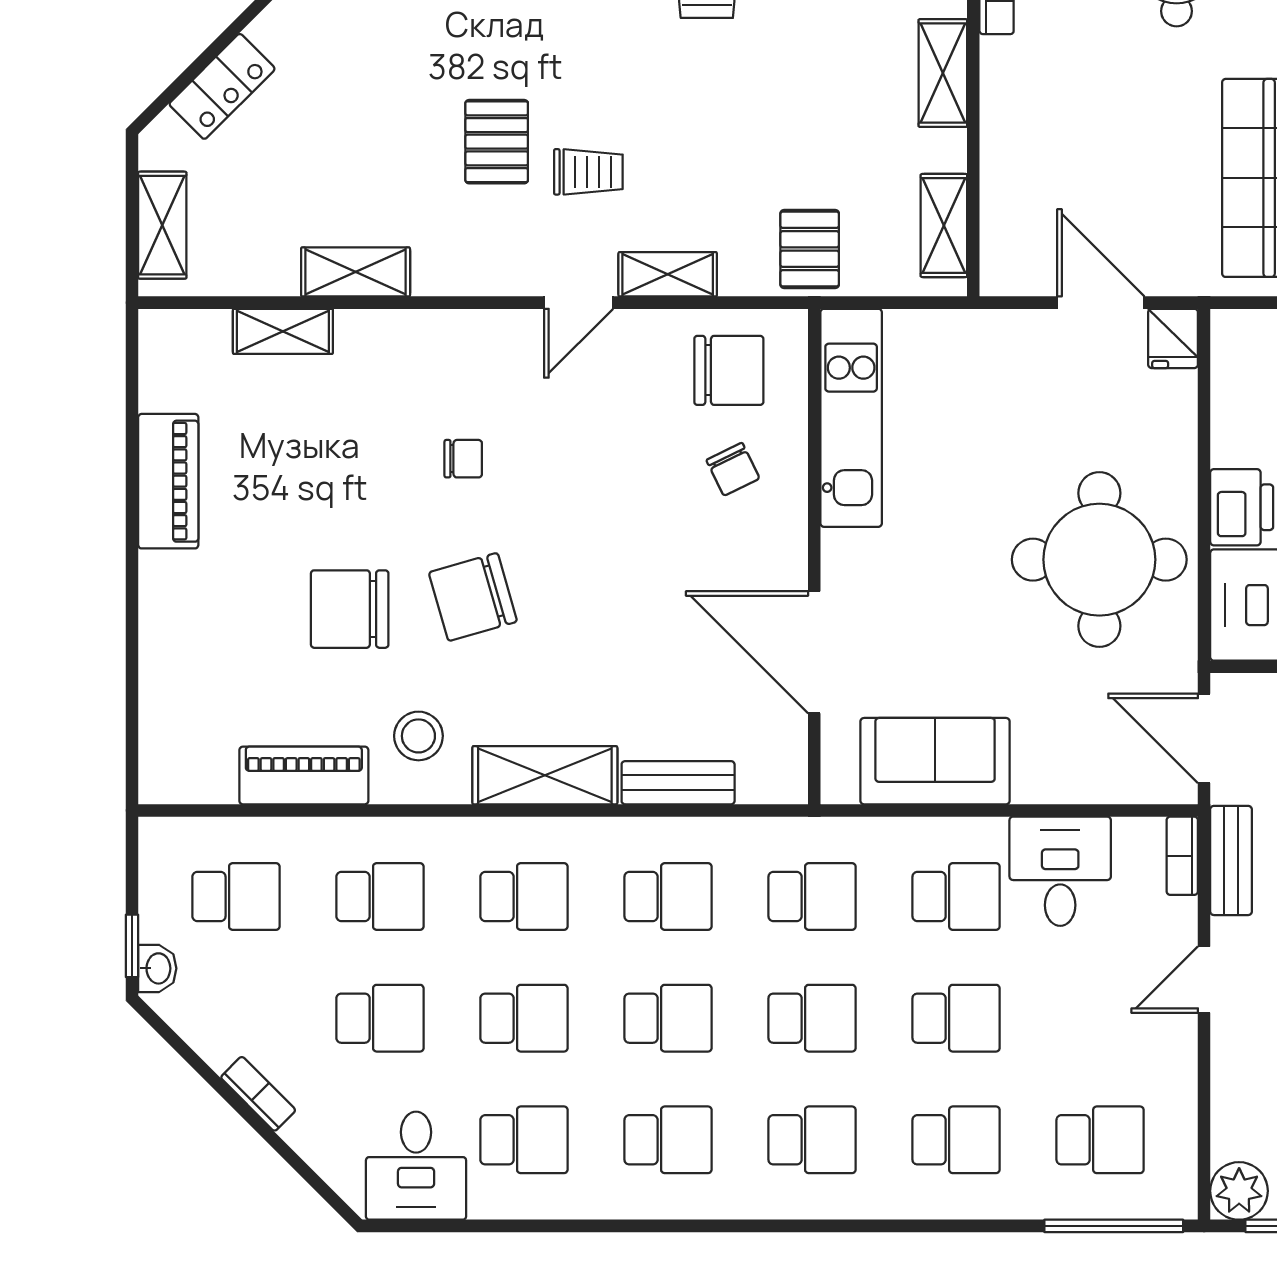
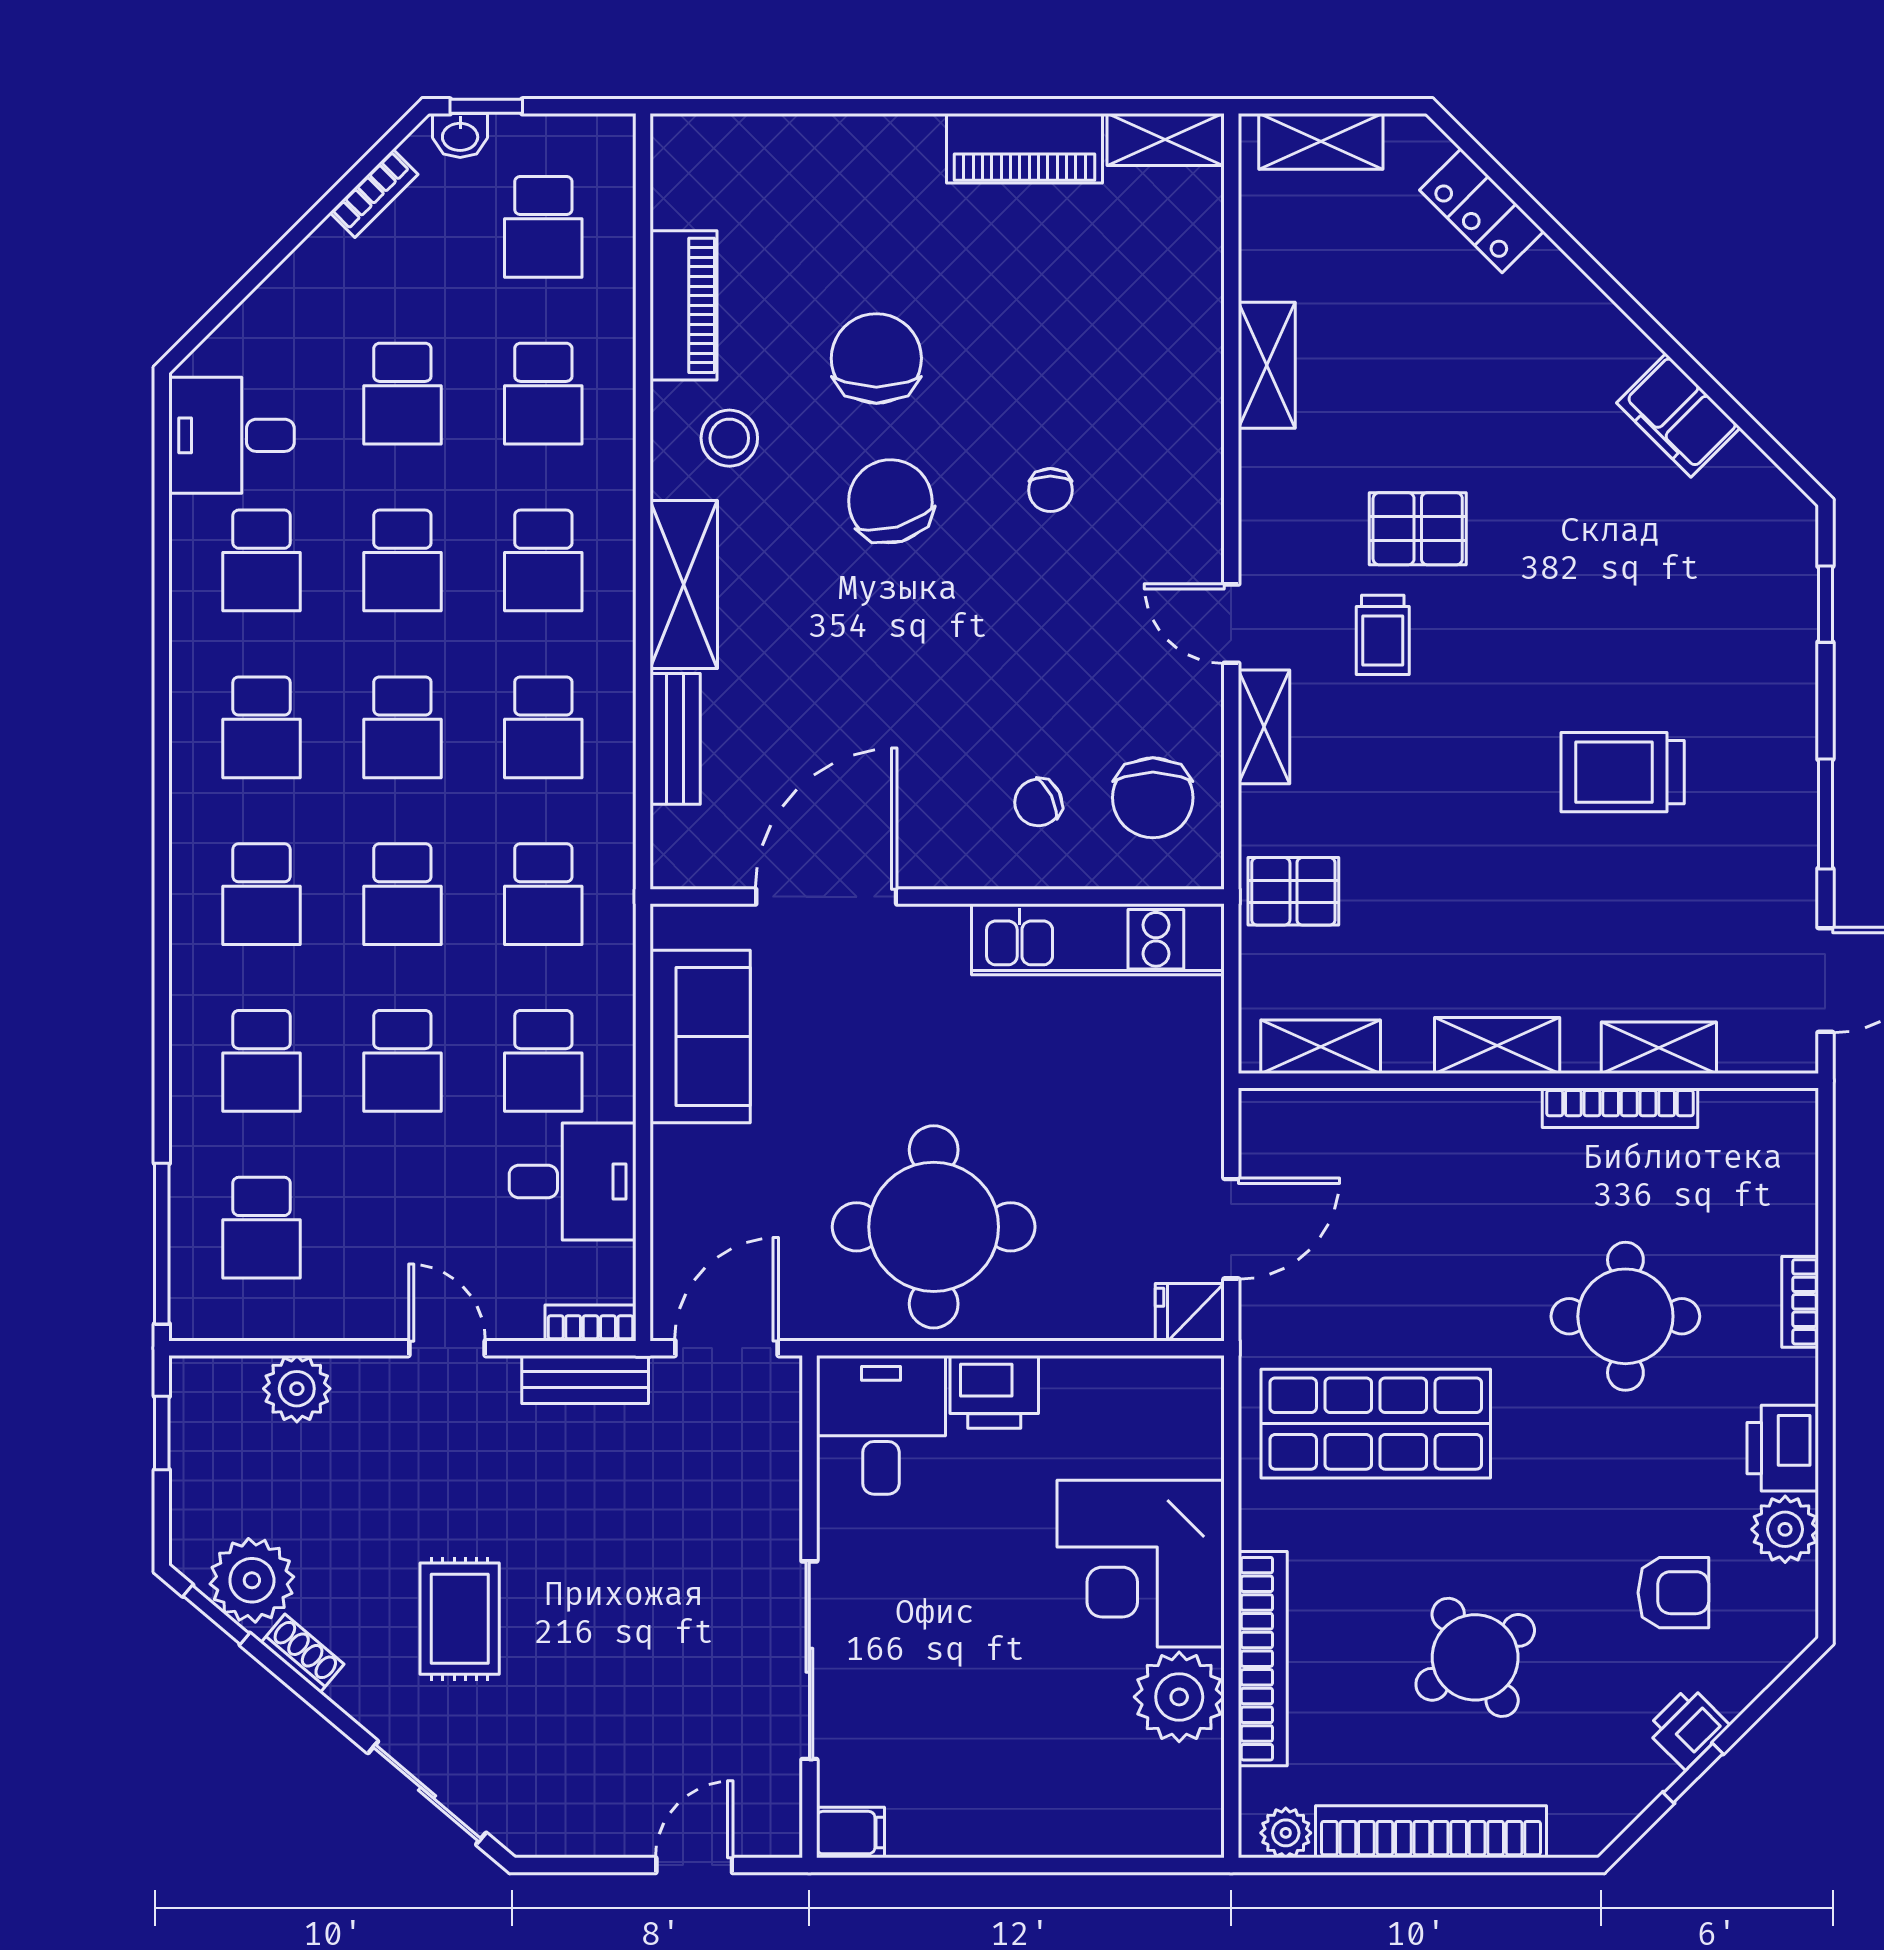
shelving: (283, 331) -> (1165, 140), moved, turned 90
bookcase: (258, 1094) -> (374, 193), moved
plant: (1239, 1191) -> (297, 1389), moved

